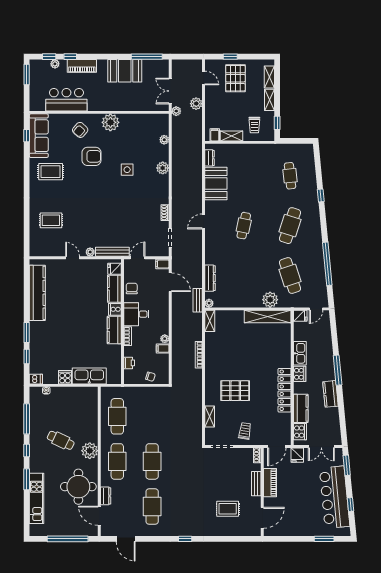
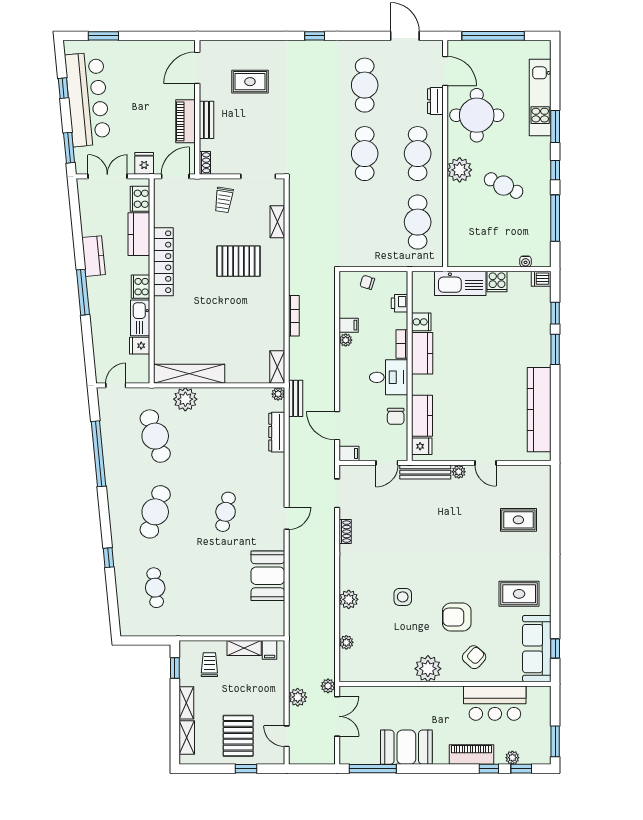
dresser: (210, 158) -> (277, 615), removed
cooker: (115, 309) -> (421, 322), moved
fridge: (300, 316) -> (140, 346), moved

